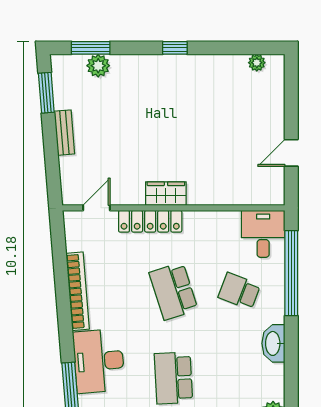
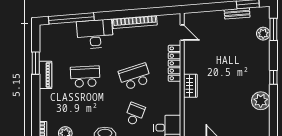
plant: (257, 63) -> (261, 101), moved, width x1.88, depth x1.88
bench: (64, 133) -> (237, 13), moved
wardrobe: (166, 194) -> (190, 86), moved

